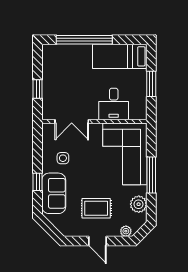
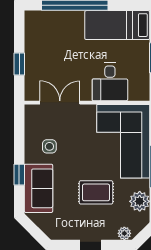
double door: (72, 121) -> (60, 103), swing flipped
rug: (96, 208) -> (96, 192), moved

